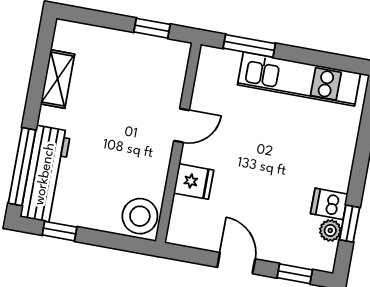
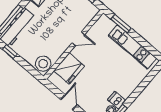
fridge: (194, 182) -> (69, 68), width x1.88, depth x1.34

